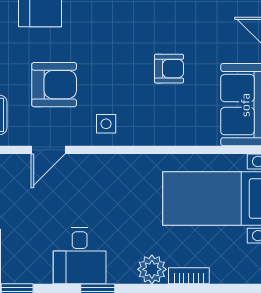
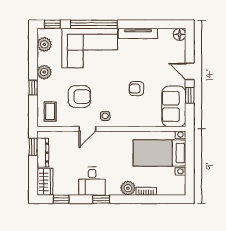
armchair: (169, 69) -> (136, 89), turned 180
door: (48, 150) -> (87, 129), moved

